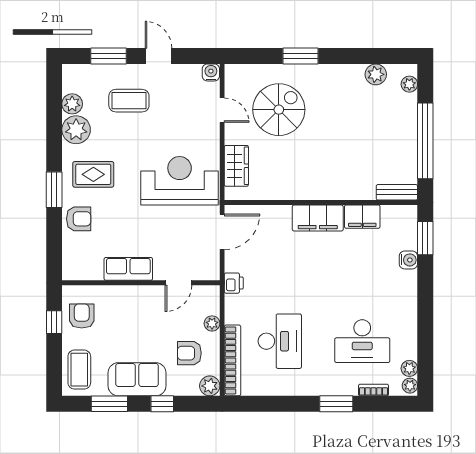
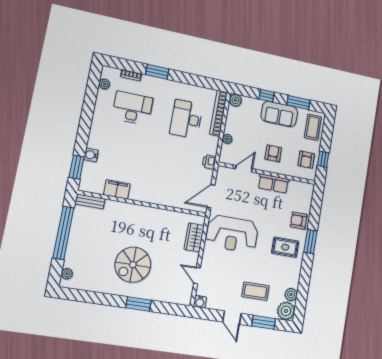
plant: (376, 74) -> (89, 284), removed
spiral stairs: (279, 110) -> (133, 265), moved
plant: (76, 130) -> (286, 311), moved
filing cabinet: (318, 218) -> (147, 194), removed
armchair: (189, 353) -> (273, 153), moved, turned -90
plant: (410, 386) -> (106, 73), removed

